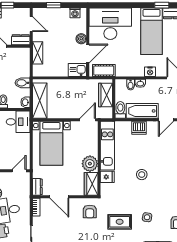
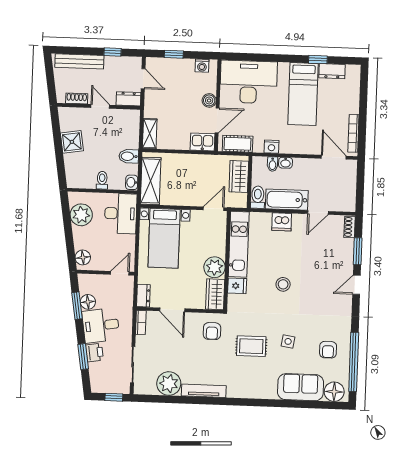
shelving: (38, 53) -> (150, 134), moved
nightstand: (150, 72) -> (271, 147), moved
desk: (18, 122) -> (121, 213), width x1.37

